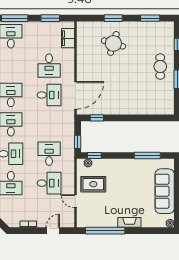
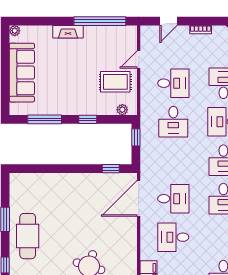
desk: (49, 66) -> (173, 237), turned -90
cafe table: (160, 67) -> (28, 236), width x1.37, depth x1.35
desk: (49, 95) -> (173, 199), turned 180
window: (94, 155) -> (88, 119), moved
desk: (49, 183) -> (173, 83), turned 180
door: (76, 201) -> (139, 59), swing flipped

